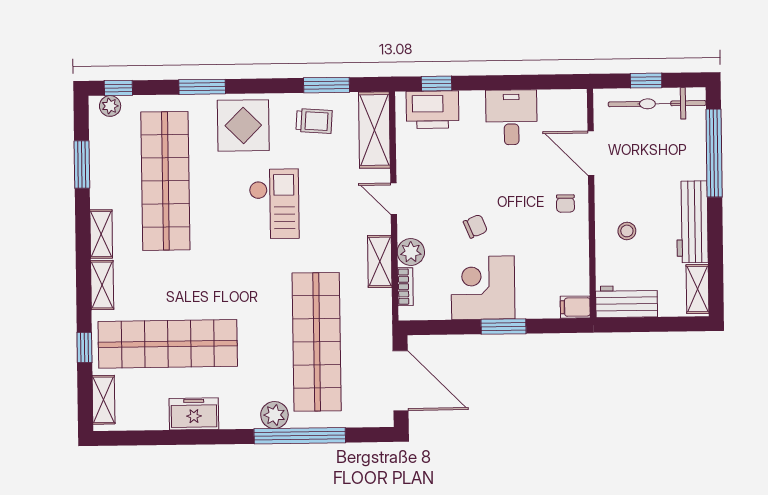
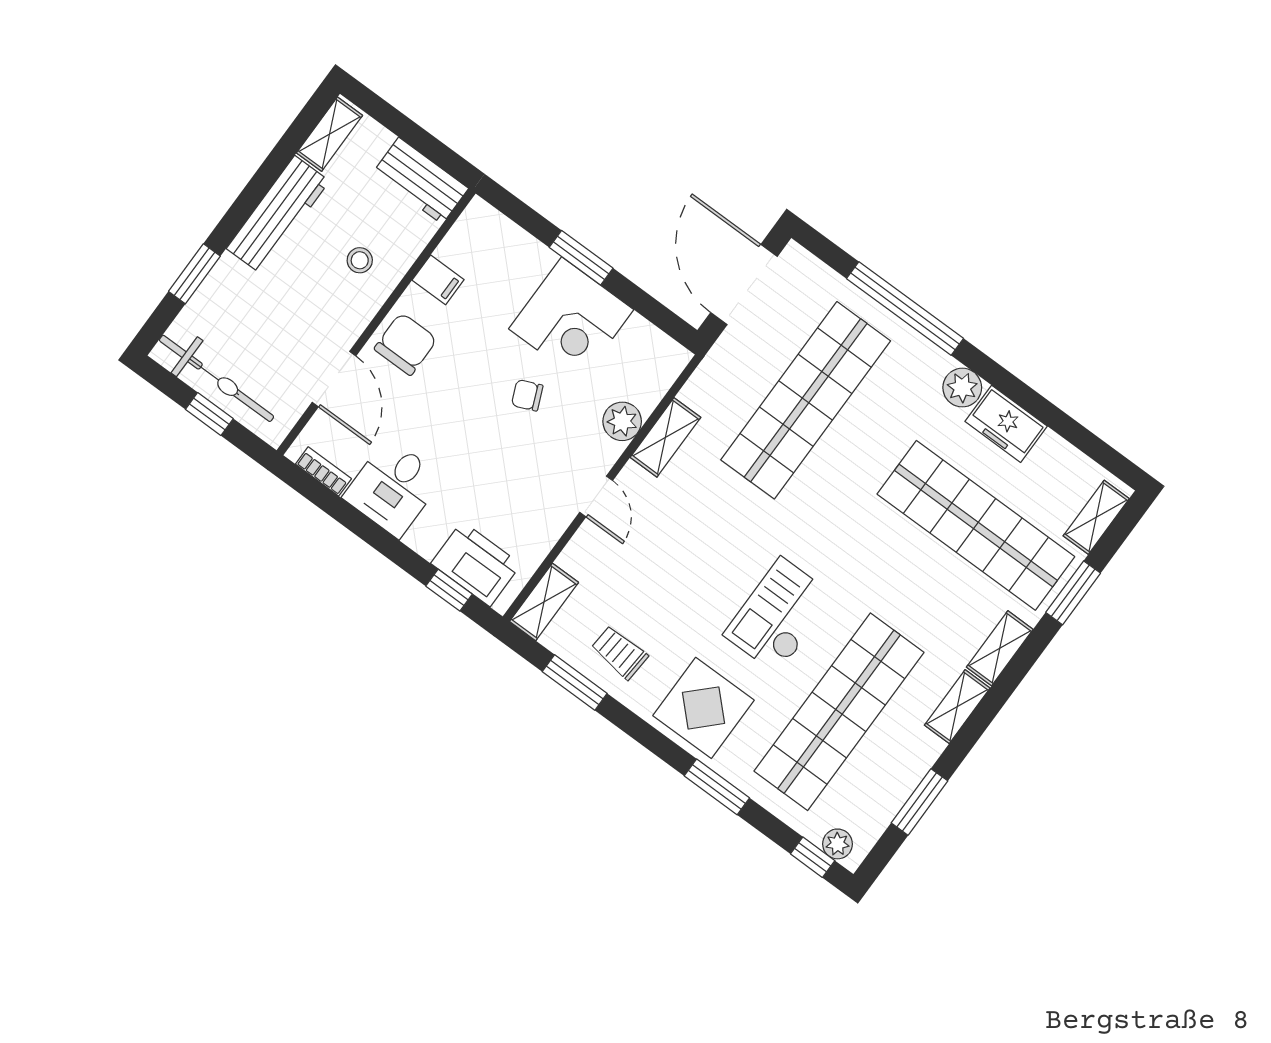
shelving: (374, 130) -> (544, 602), width x0.67, depth x0.75
window: (714, 153) -> (194, 274), width x0.47
chair: (565, 203) -> (406, 344), width x1.87, depth x1.87
checkout: (274, 204) -> (779, 616), moved
bookcase: (405, 287) -> (323, 471), moved, turned 90
filing cabinet: (575, 307) -> (438, 280), moved
window: (84, 347) -> (1073, 593), width x1.50
plant: (274, 415) -> (962, 388), moved

